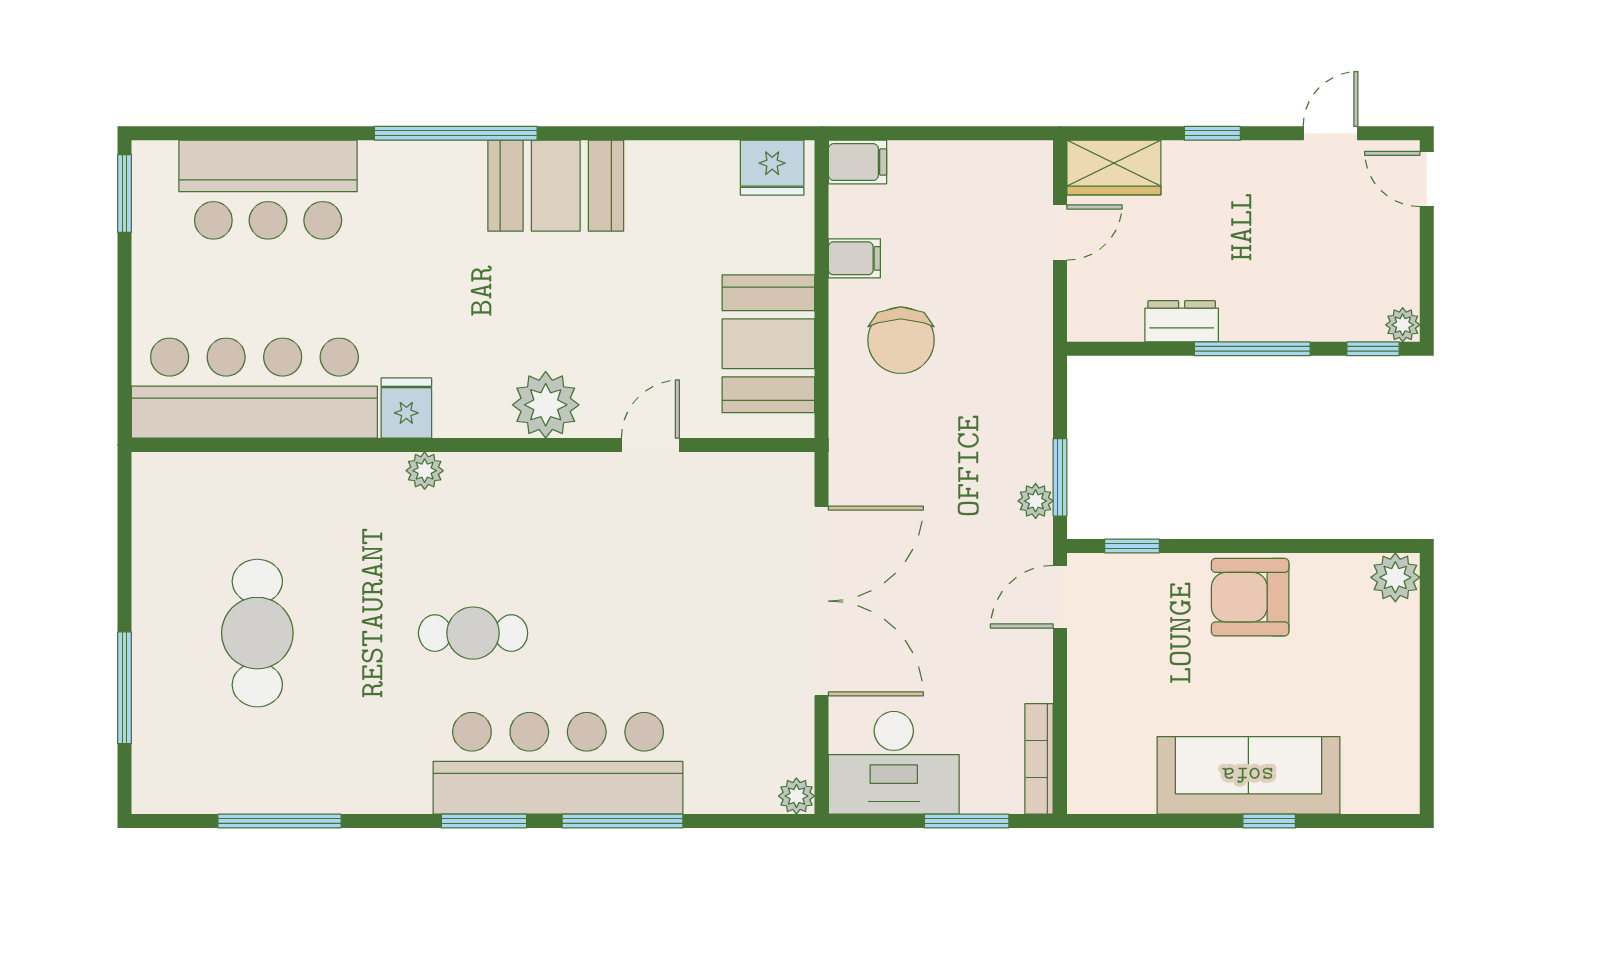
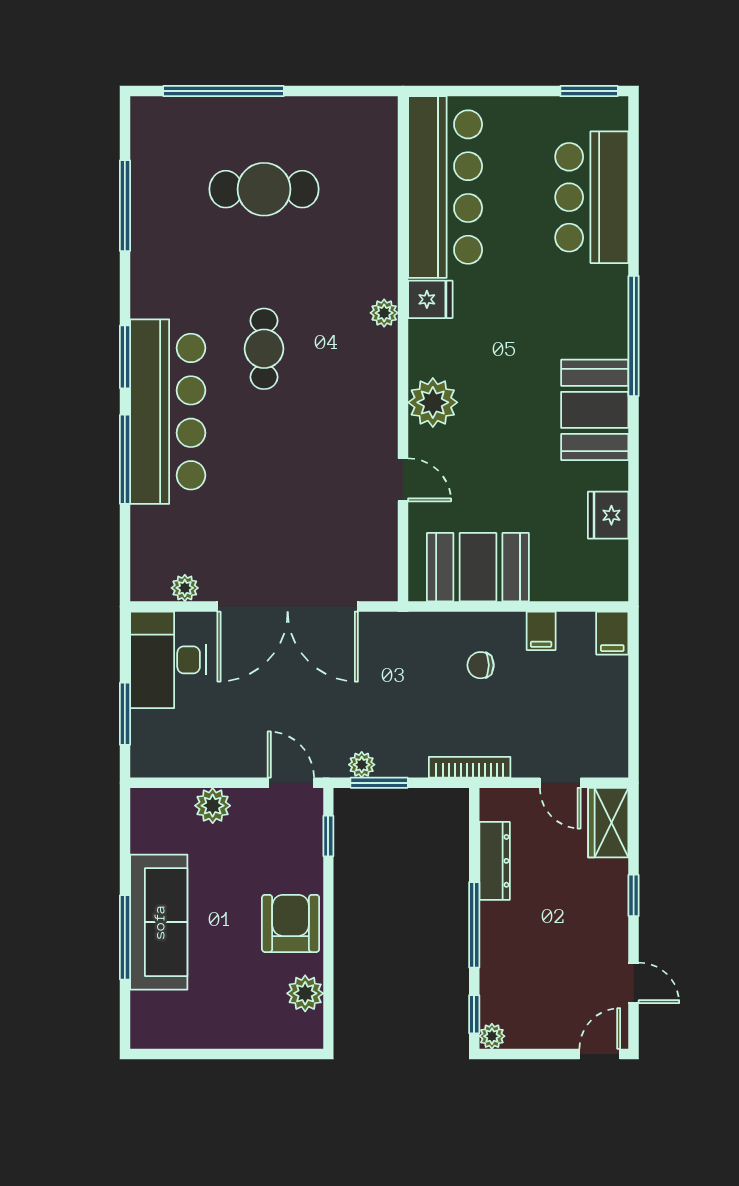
fridge: (772, 168) -> (608, 515), moved
dresser: (1182, 321) -> (495, 861), width x1.44
chair: (901, 340) -> (481, 665), width x0.54, depth x0.54
plant: (1395, 577) -> (305, 993), moved
window: (125, 688) -> (223, 91), width x1.46
plant: (1091, 703) -> (213, 806), added
bookcase: (1039, 759) -> (470, 767), moved
plant: (796, 796) -> (185, 588), moved
window: (1269, 821) -> (125, 937), width x2.17

